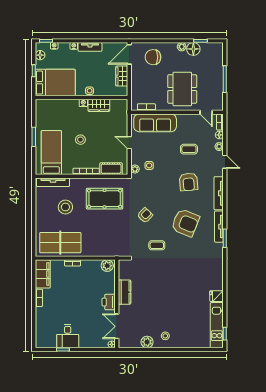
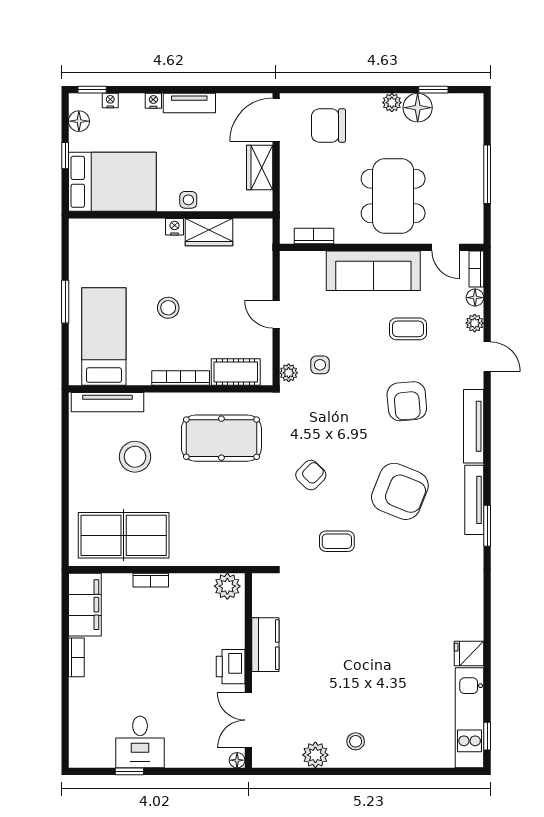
sofa: (155, 123) -> (373, 271), moved

